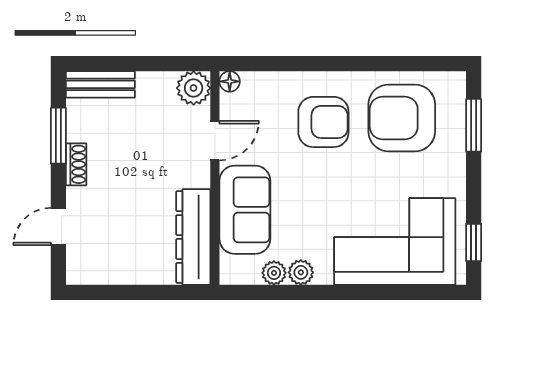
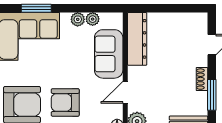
window: (376, 292) -> (36, 8), added

